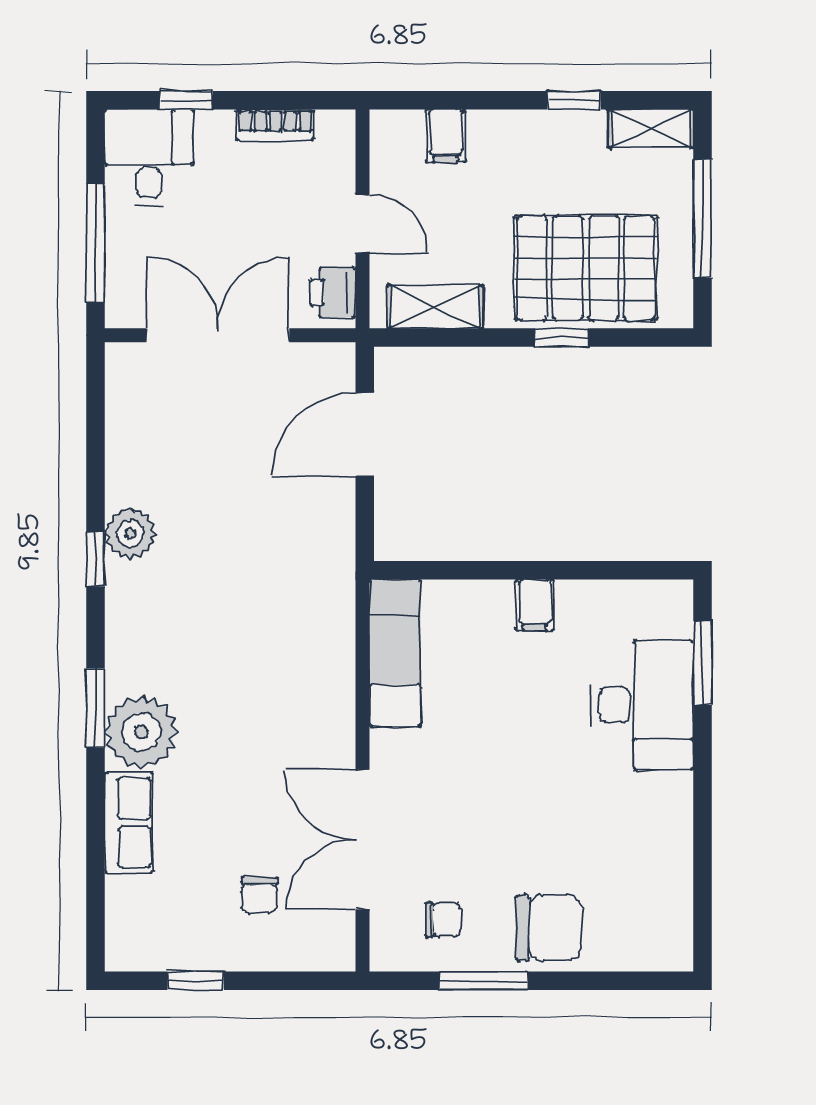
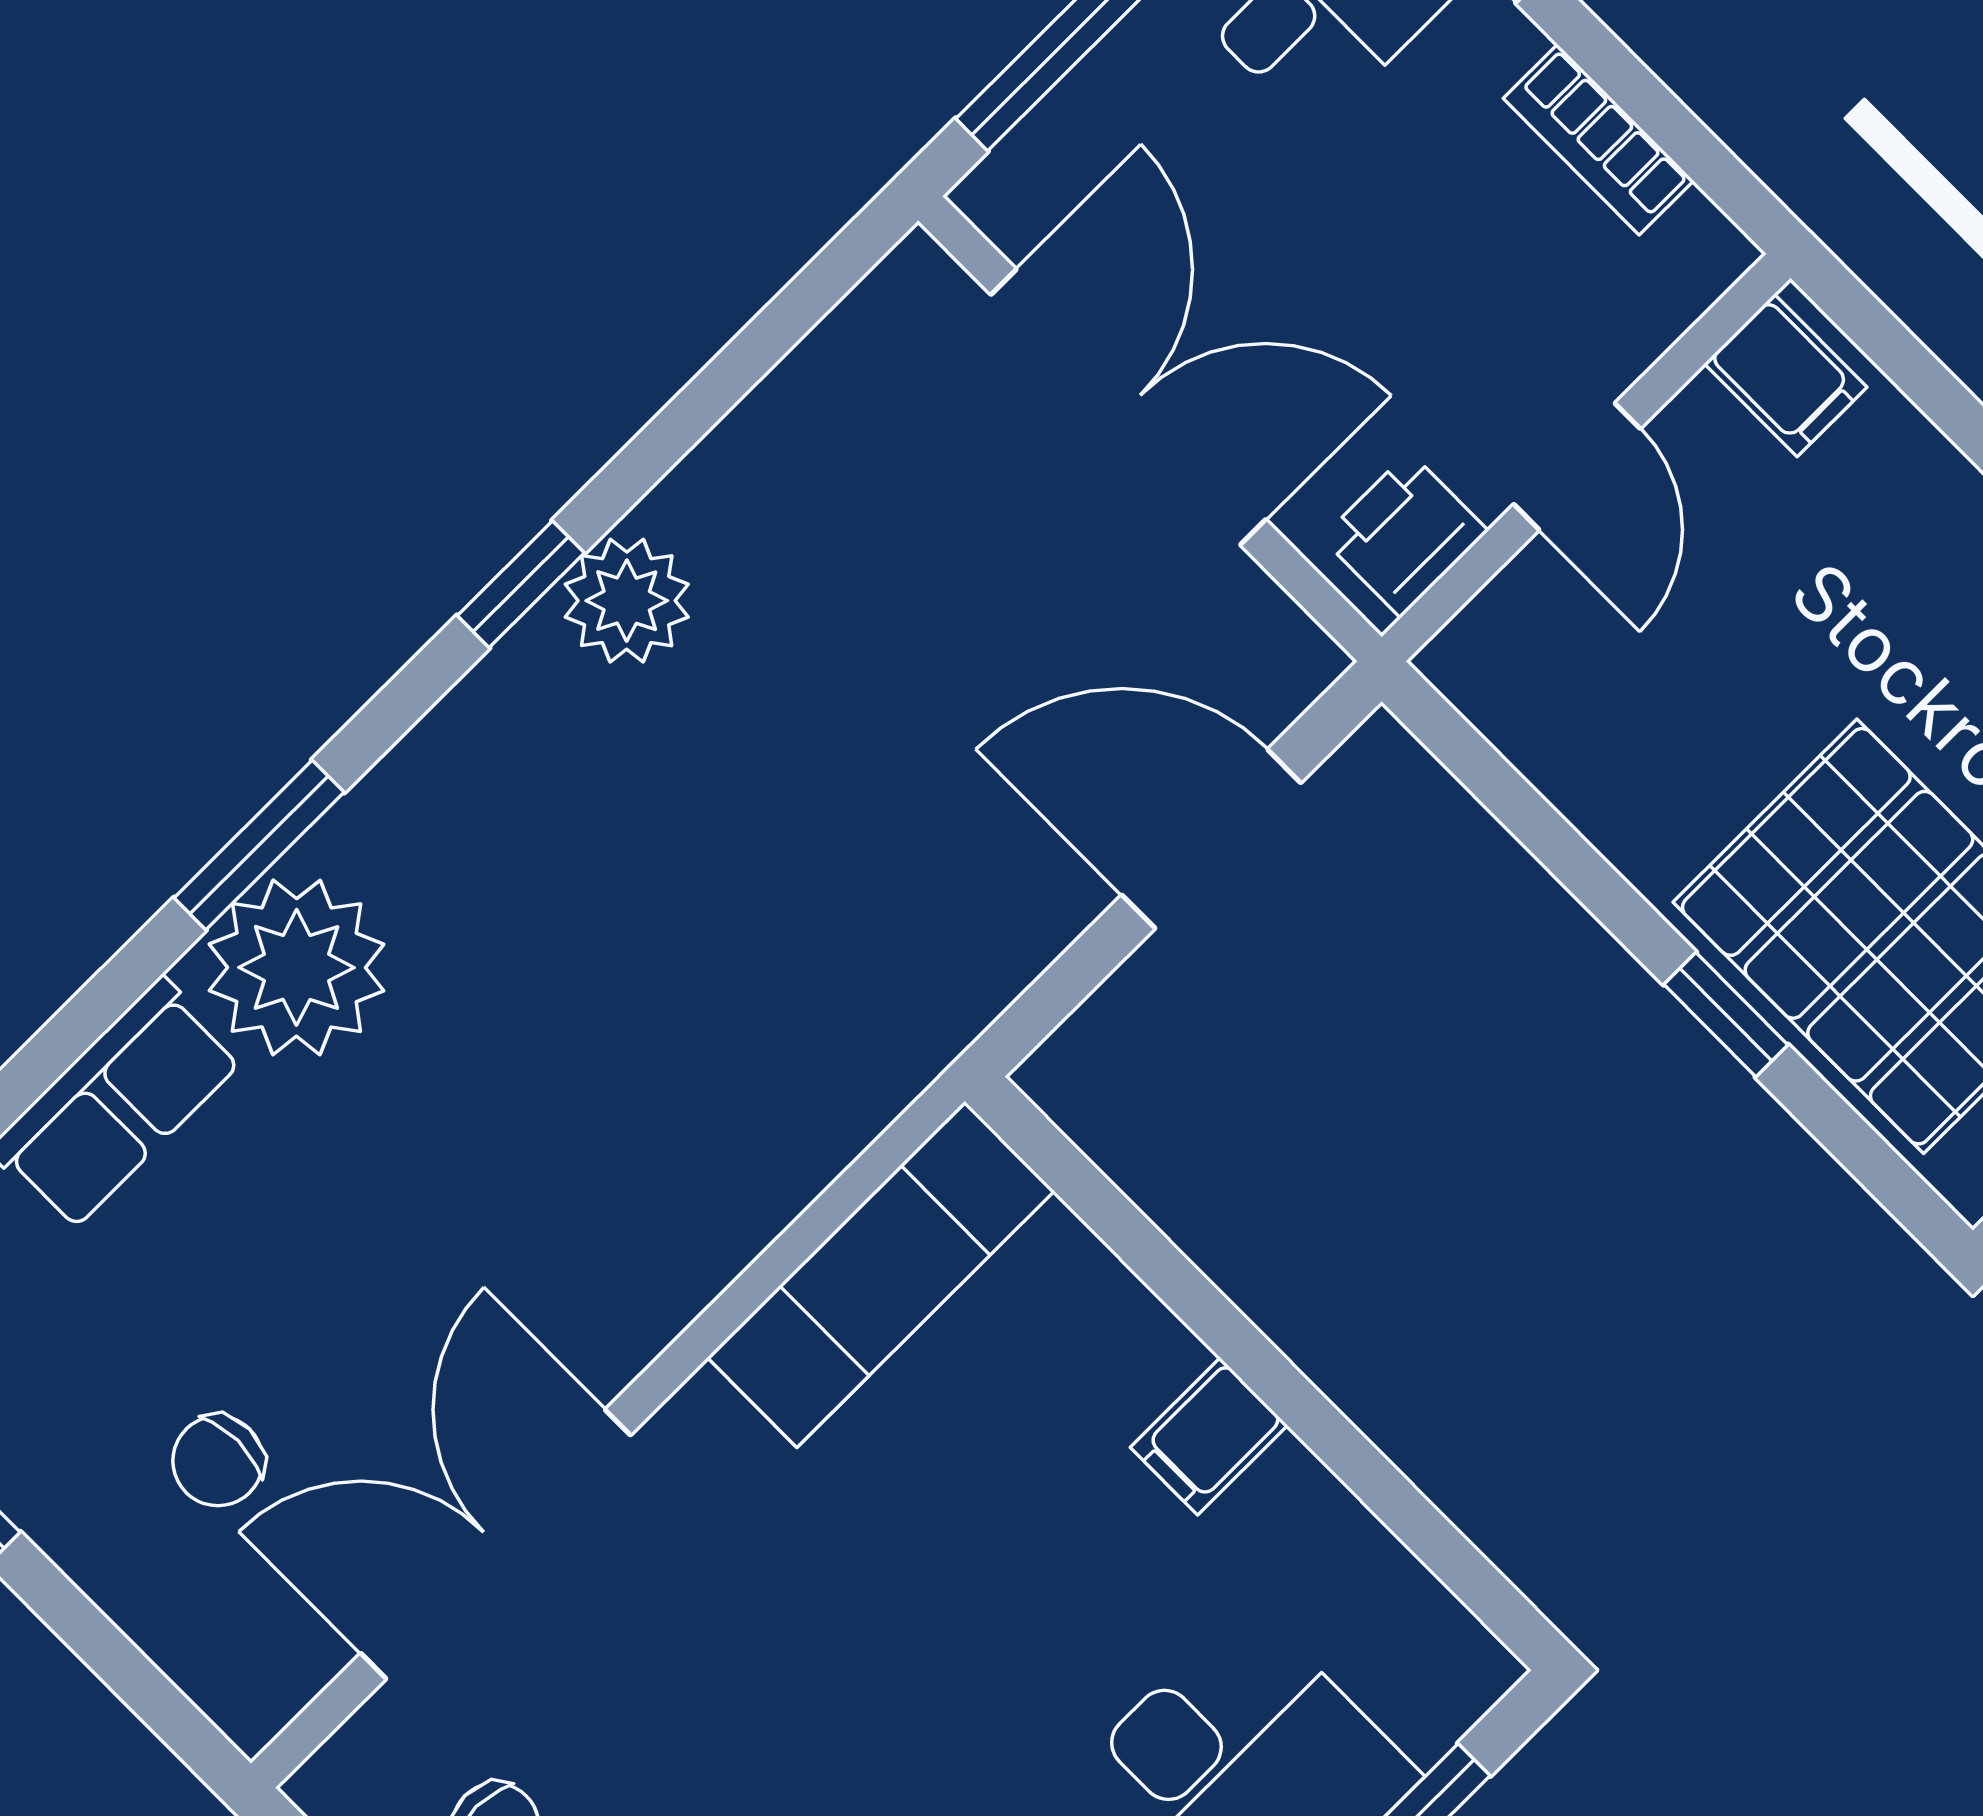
filing cabinet: (446, 136) -> (1786, 375), moved, turned -90
shelving: (435, 307) -> (1559, 739), removed

